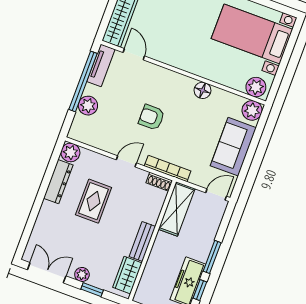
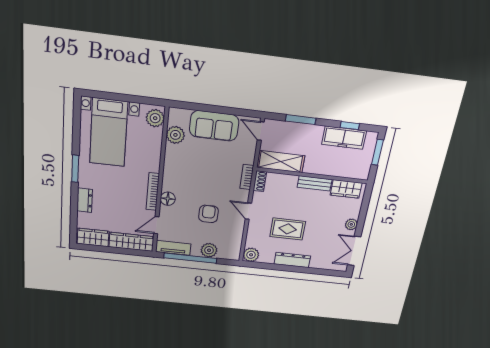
bookcase: (175, 61) -> (153, 192), added
floor lamp: (203, 90) -> (168, 199), moved
plant: (252, 110) -> (175, 135), moved
armchair: (152, 117) -> (209, 214), moved, turned 180
bookcase: (168, 169) -> (247, 177), width x0.64
dresser: (58, 182) -> (292, 260), moved
window: (212, 257) -> (301, 120), moved
window: (92, 290) -> (363, 214), removed

